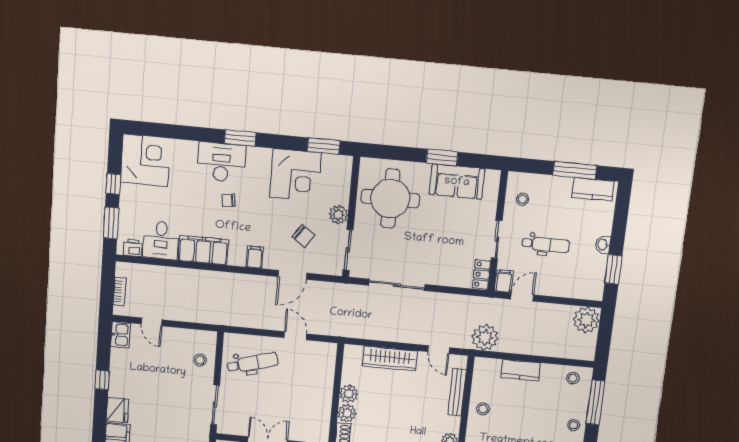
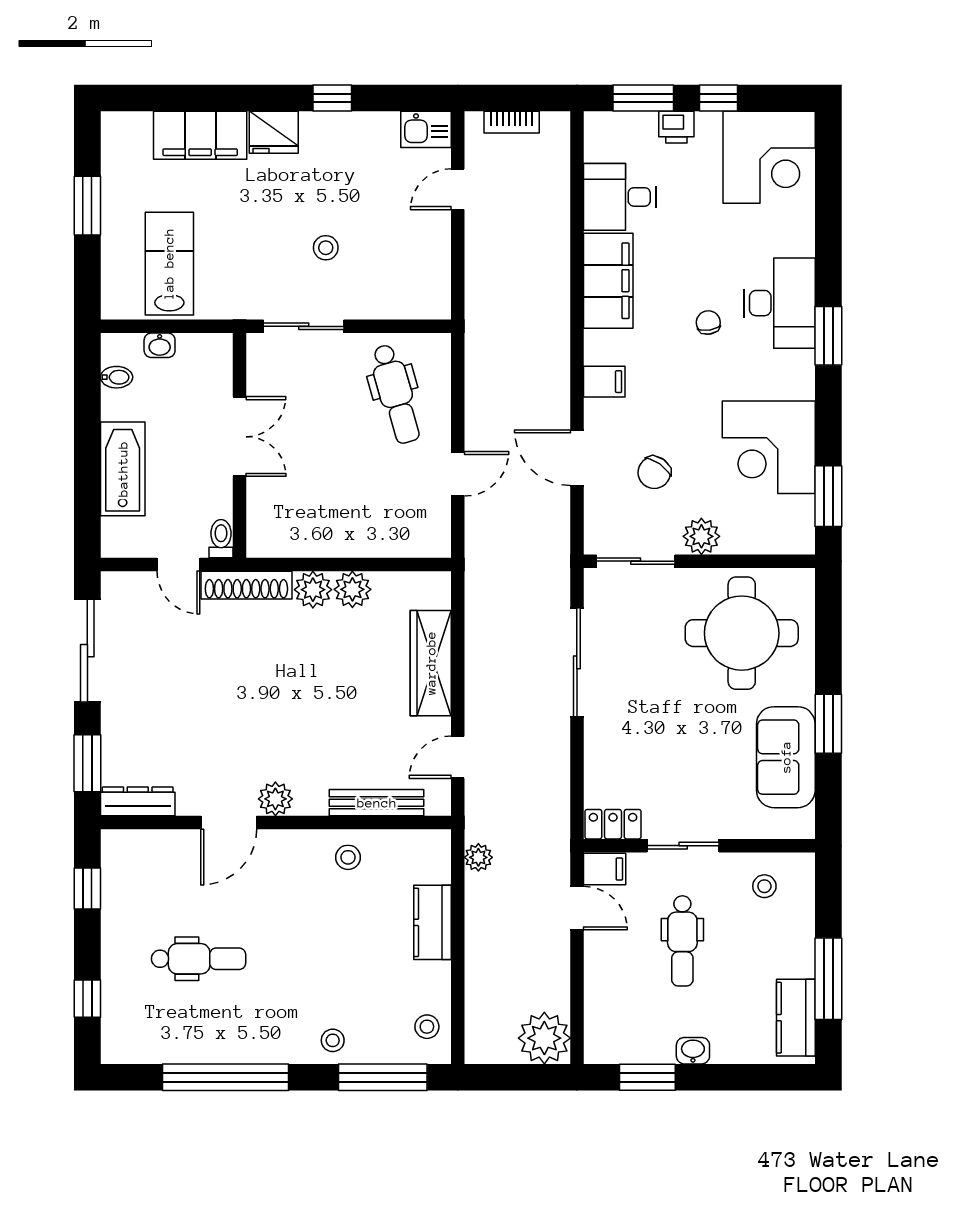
printer: (133, 248) -> (676, 127), moved, turned 90
plant: (485, 338) -> (478, 857), width x0.53, depth x0.53
stool: (200, 360) -> (326, 248), moved

